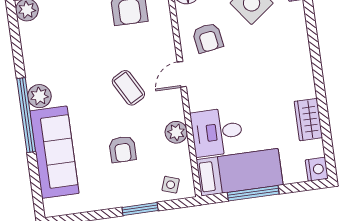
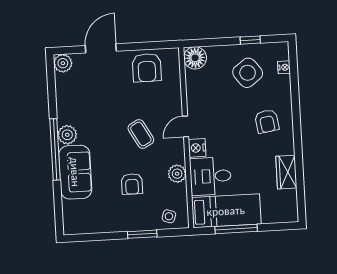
armchair: (208, 38) -> (267, 121), moved
sofa: (54, 152) -> (75, 172), width x0.73
nightstand: (317, 169) -> (197, 148), moved, turned 180

